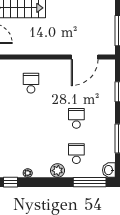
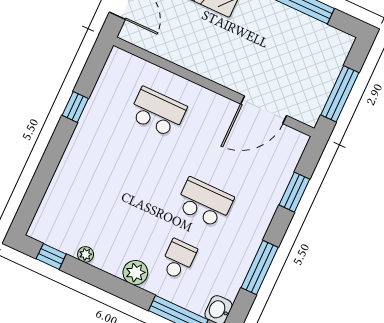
school desk: (31, 83) -> (158, 112), width x1.85
school desk: (76, 118) -> (205, 203), width x1.85

